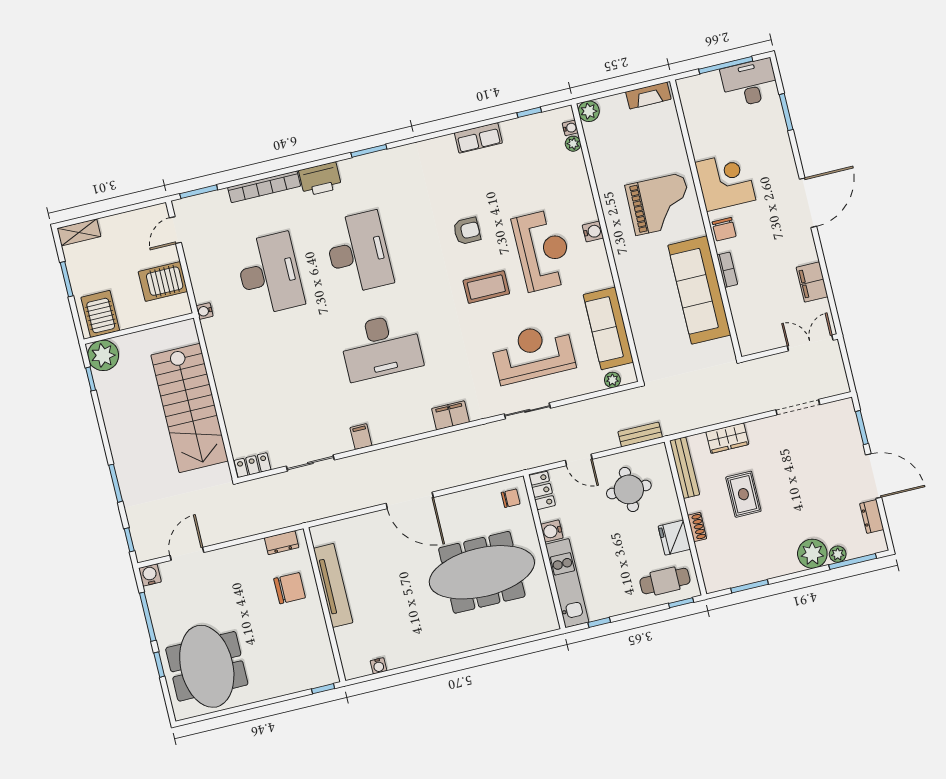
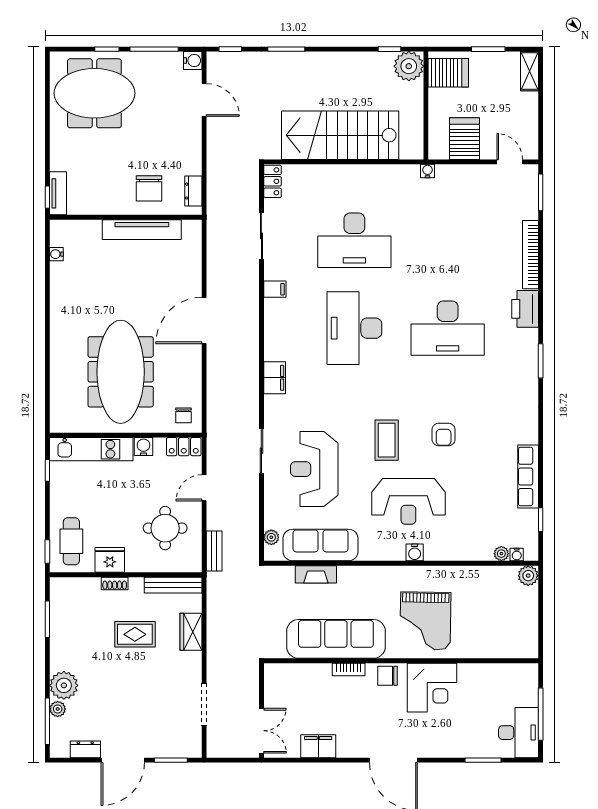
fireplace: (648, 95) -> (316, 574), moved, turned -90
row of seats: (478, 138) -> (528, 476), width x1.48
desk: (270, 274) -> (354, 240), moved
reception desk: (533, 353) -> (314, 469), turned 180
tv unit: (317, 679) -> (58, 193), added

